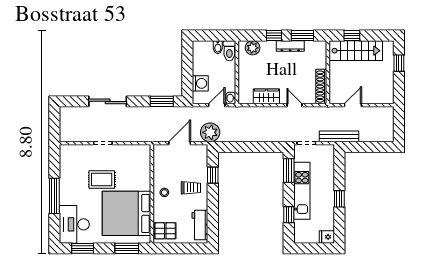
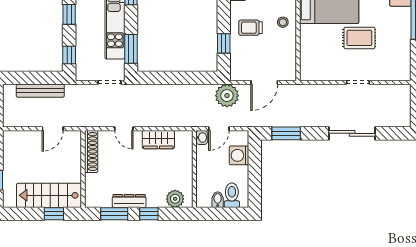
toilet: (229, 51) -> (232, 195), moved
bench: (339, 136) -> (40, 91), moved
window: (339, 166) -> (69, 55), added

